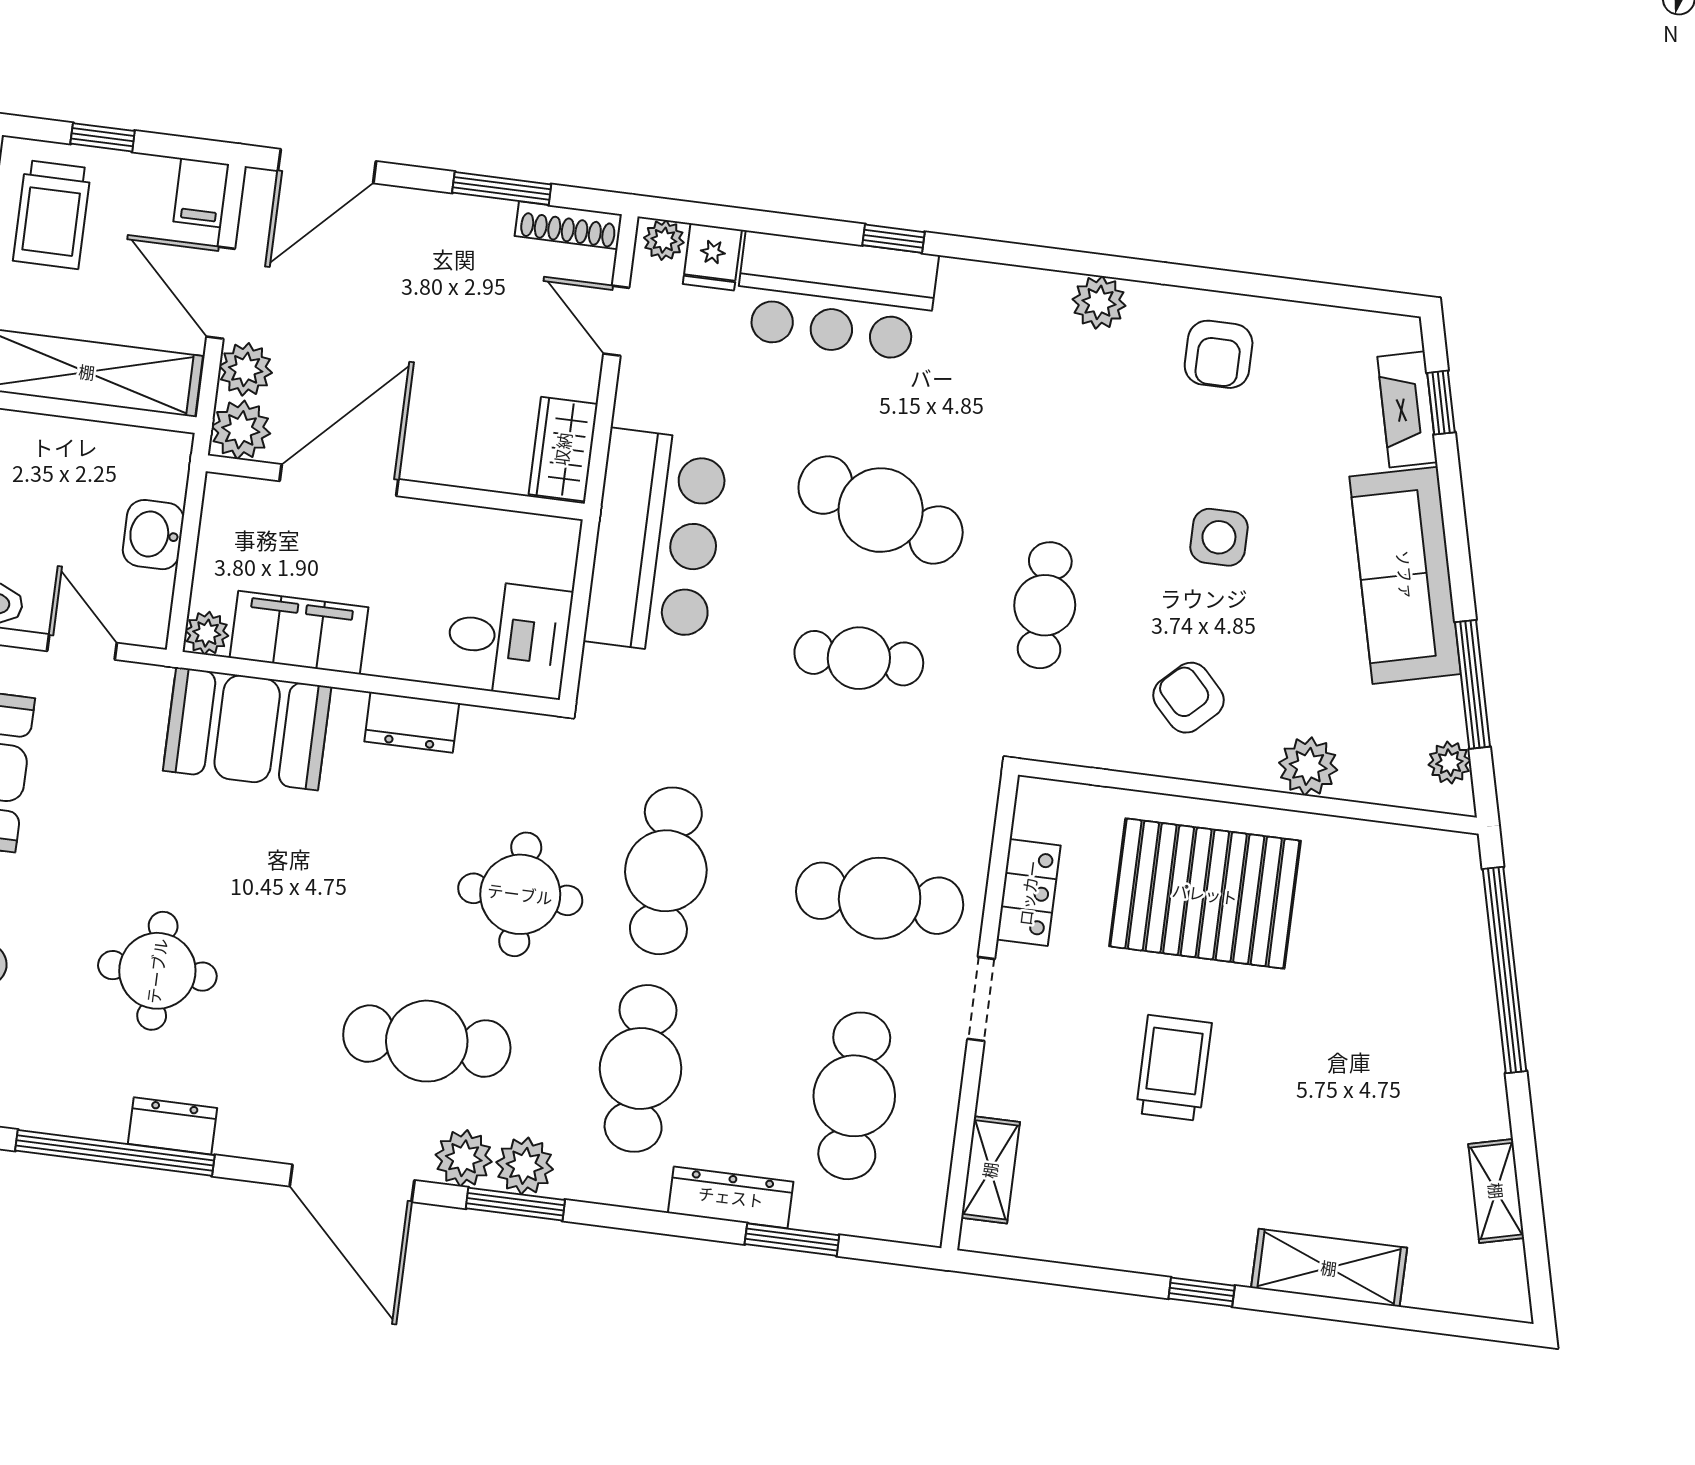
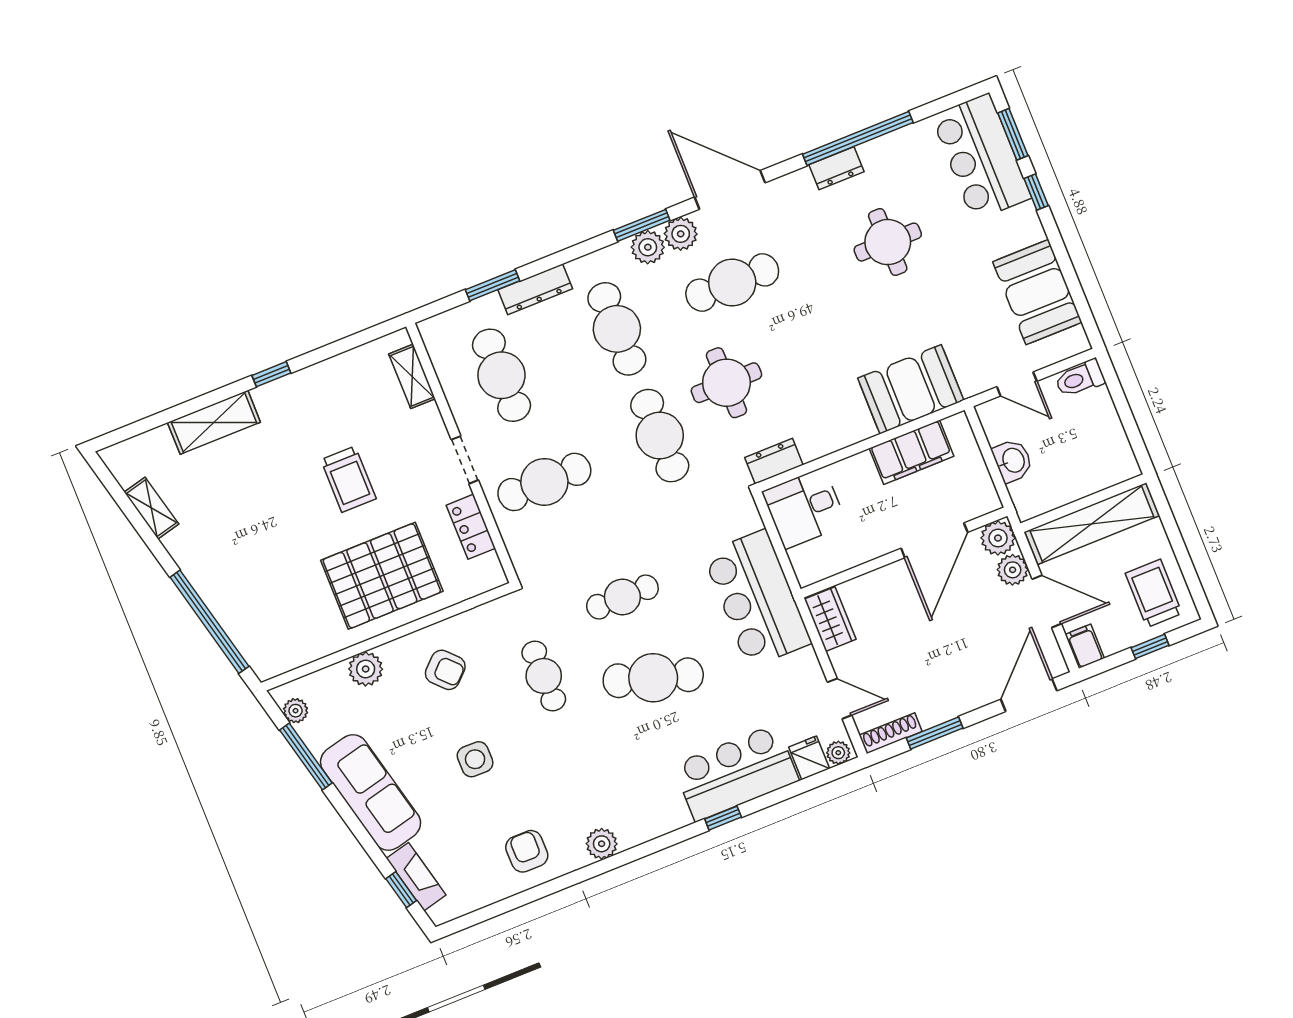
plant: (207, 633) -> (958, 426), removed
dresser: (412, 722) -> (774, 461), moved

